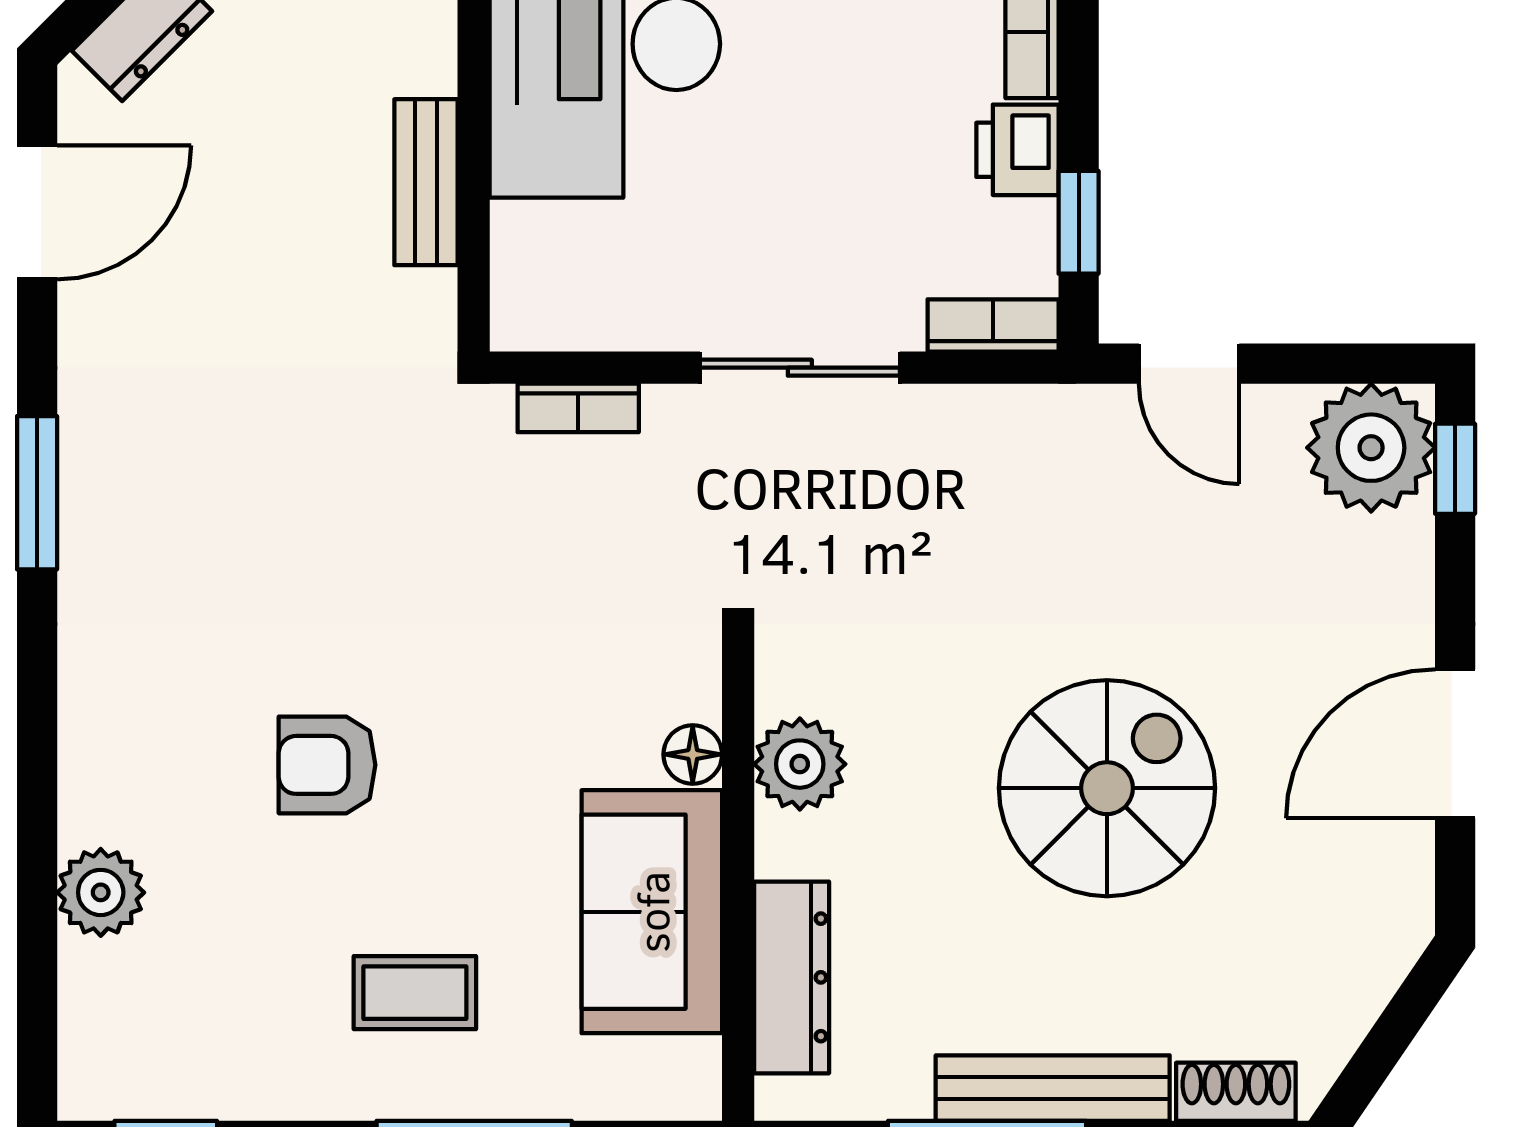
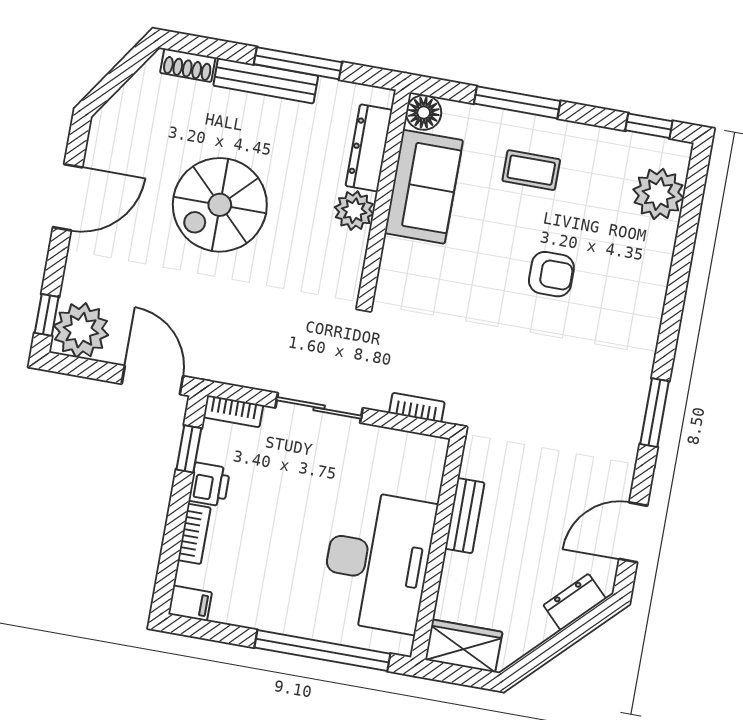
door: (1189, 364) -> (152, 380), width x1.38
floor lamp: (693, 754) -> (424, 113), moved, width x1.37, depth x1.37
plant: (800, 764) -> (354, 211), moved
plant: (101, 892) -> (659, 194), moved, width x1.36, depth x1.36

